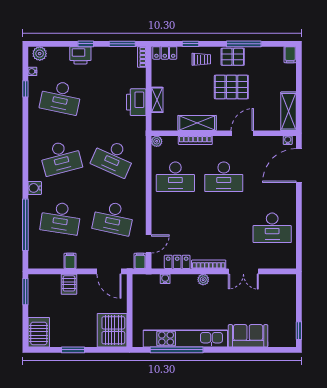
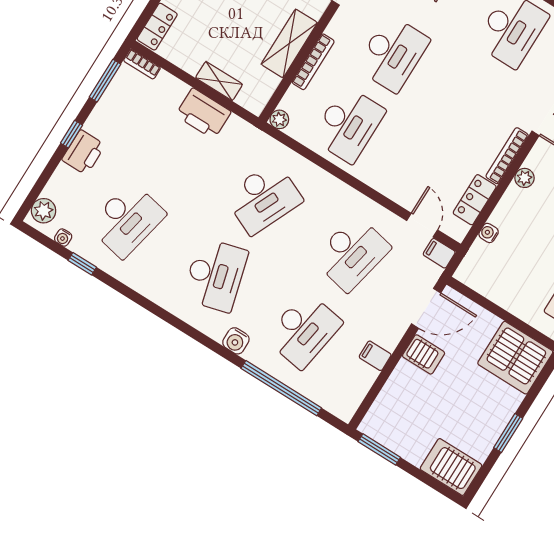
server rack: (69, 284) -> (424, 354), moved

